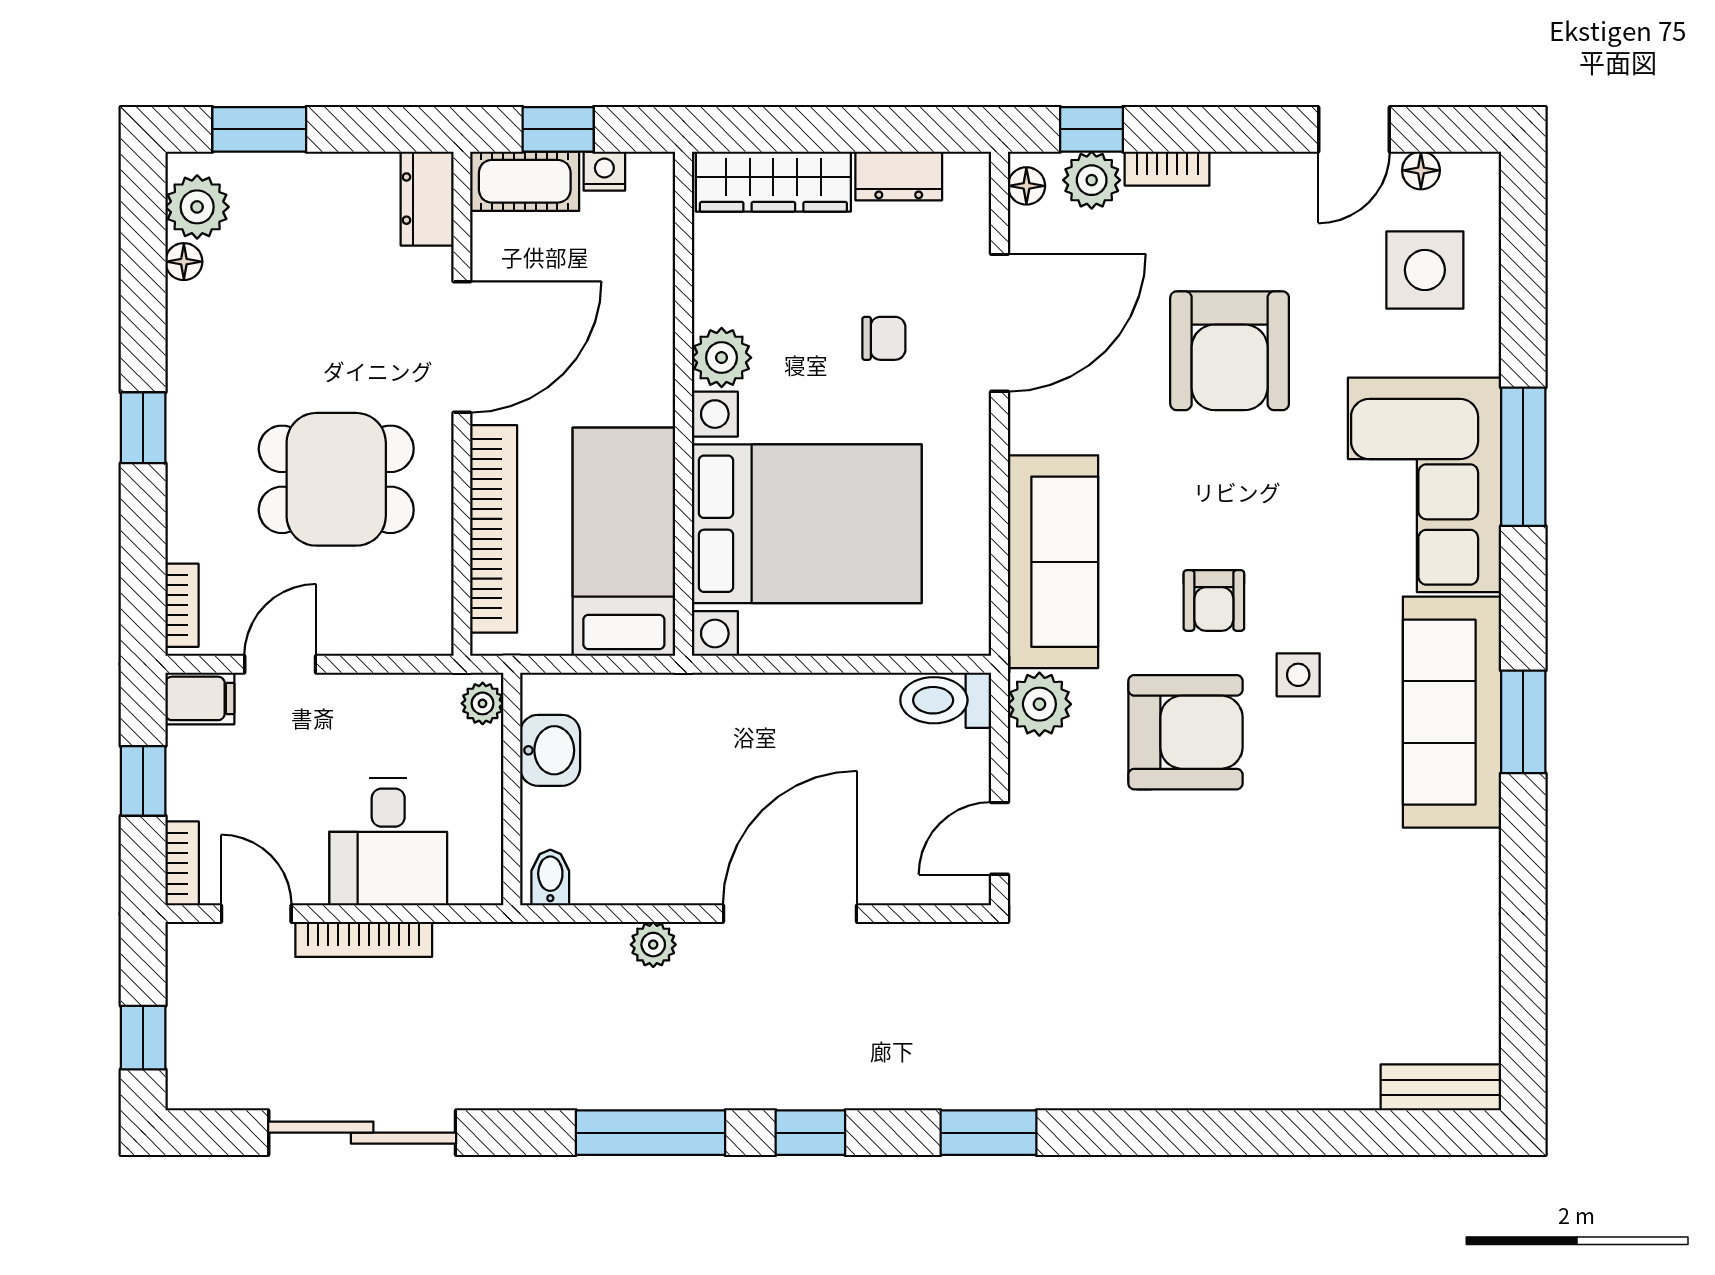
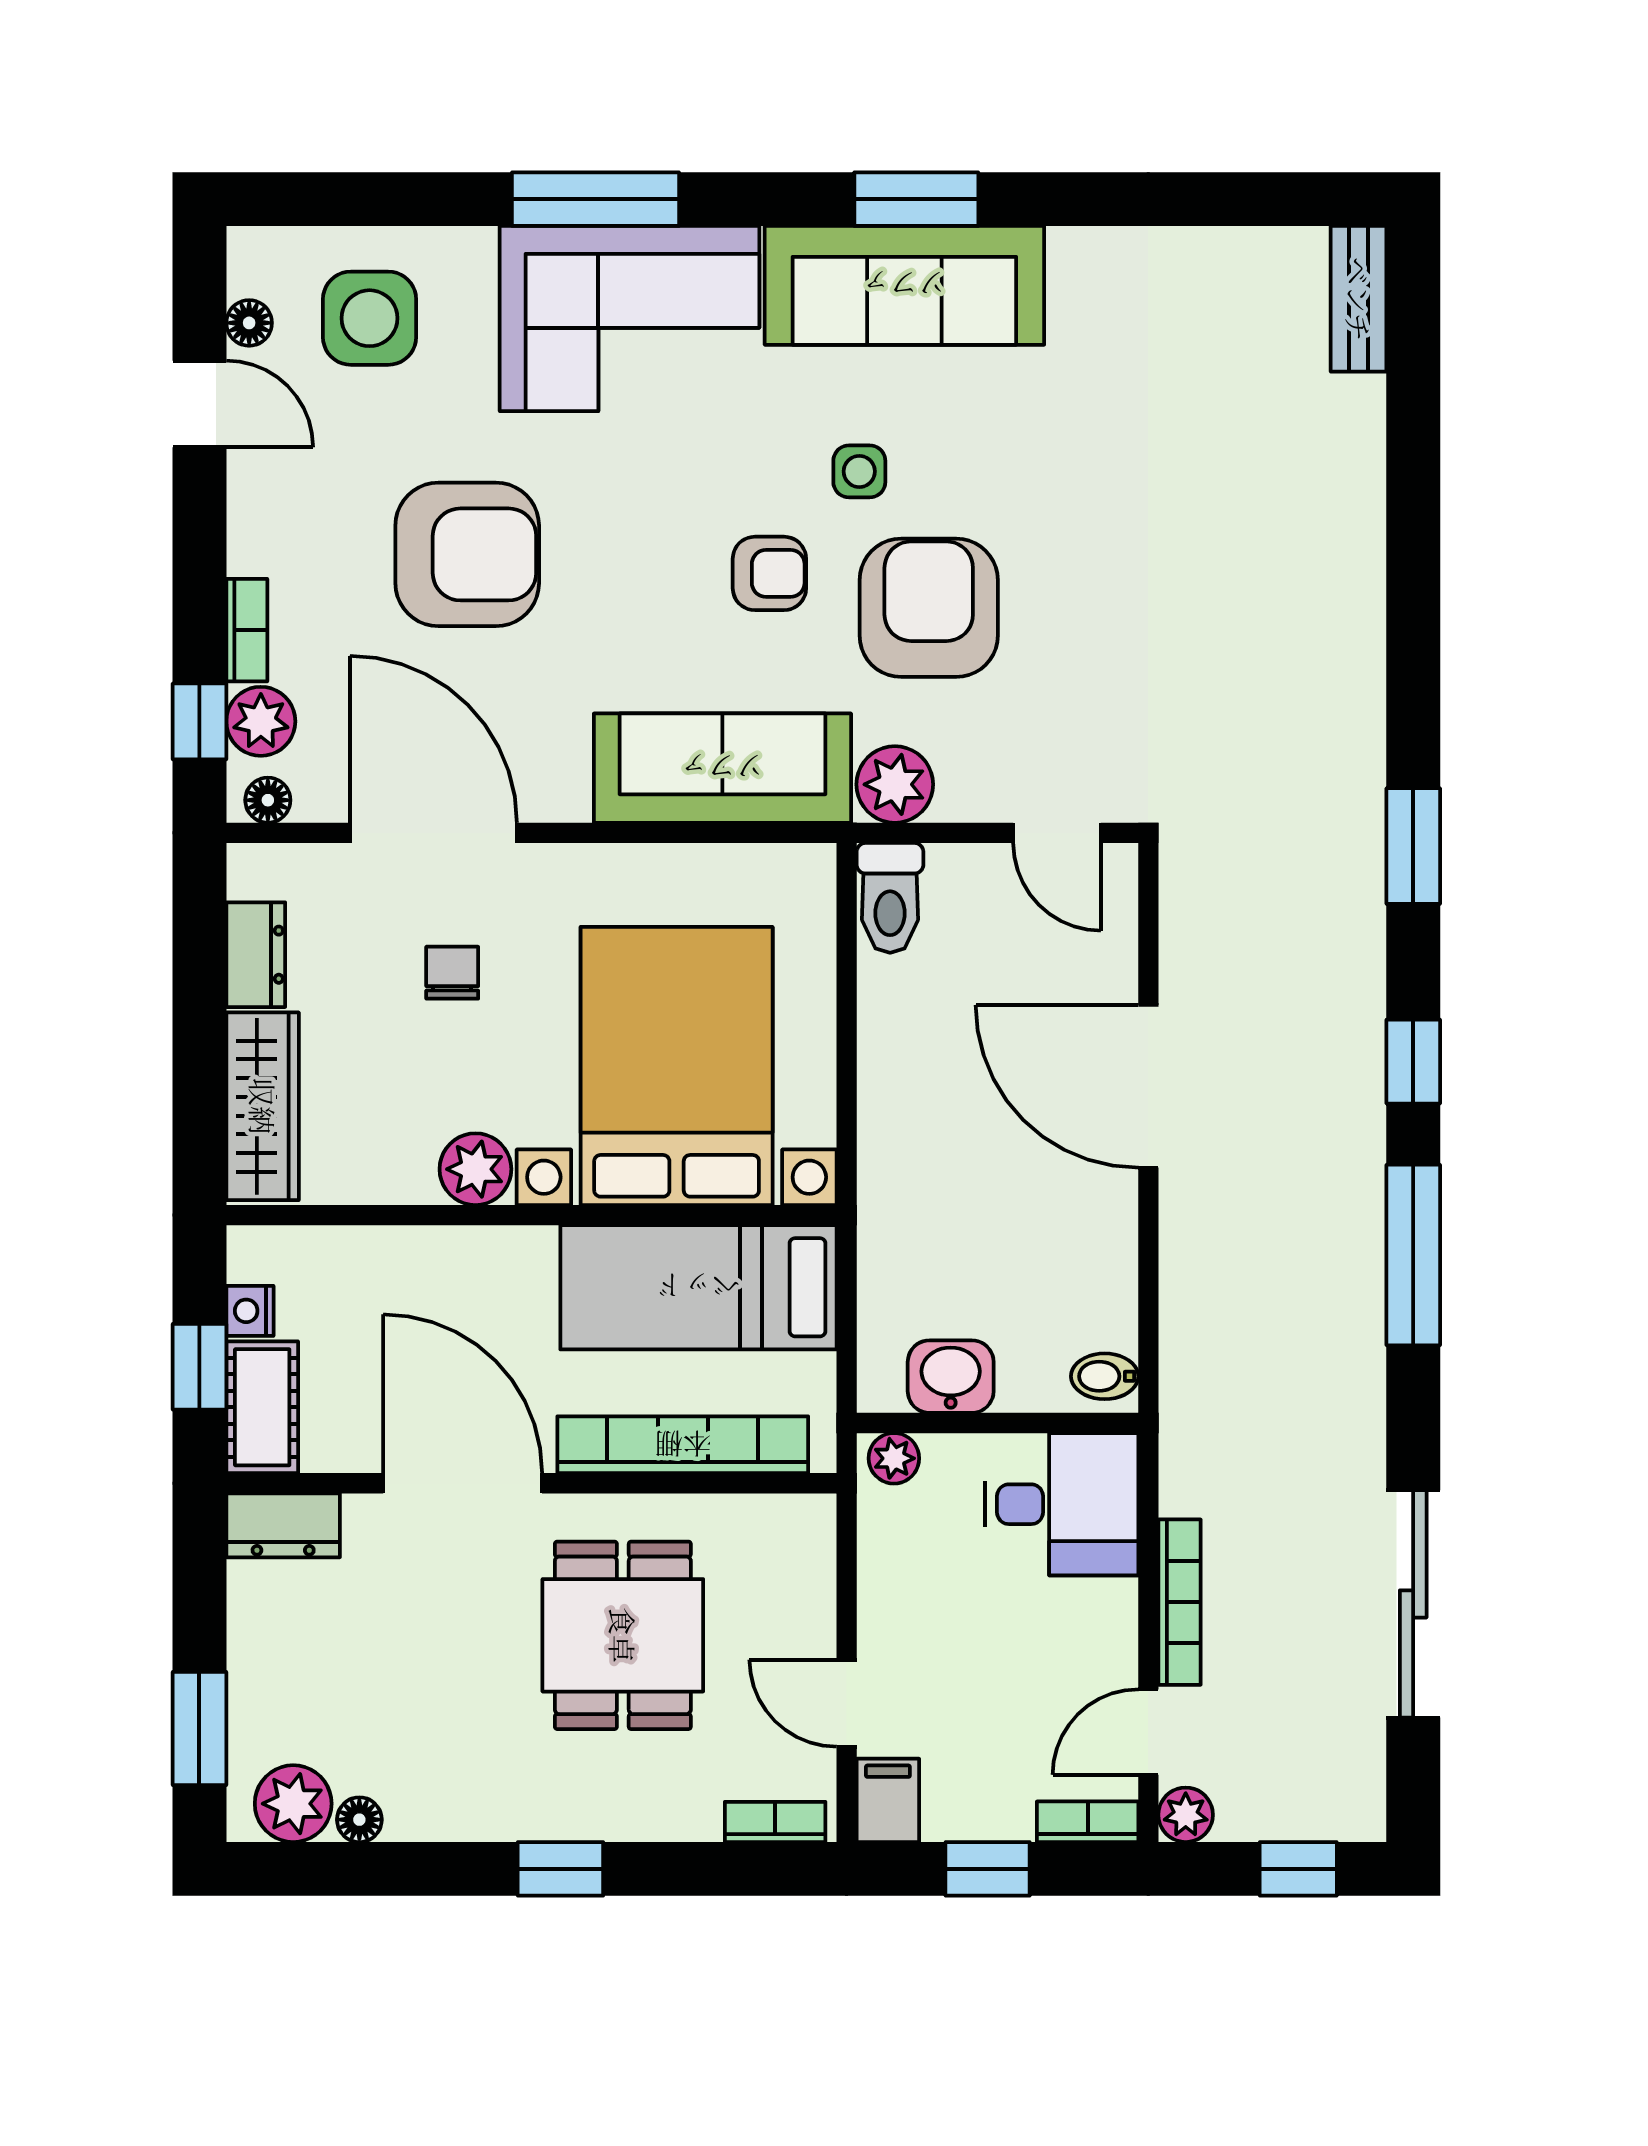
desk: (388, 842) -> (1061, 1504), moved
plant: (653, 945) -> (1186, 1815), moved

